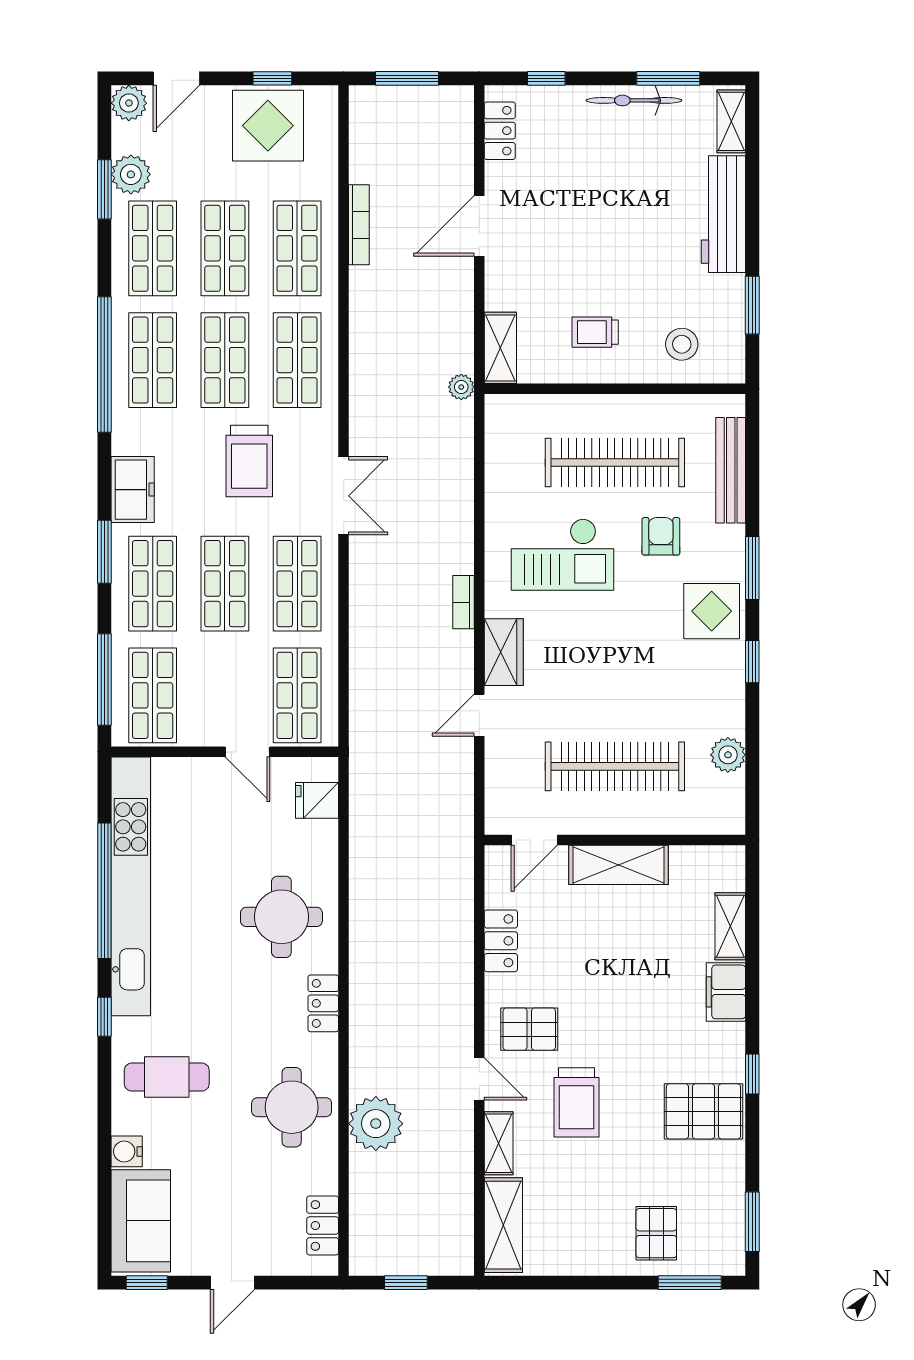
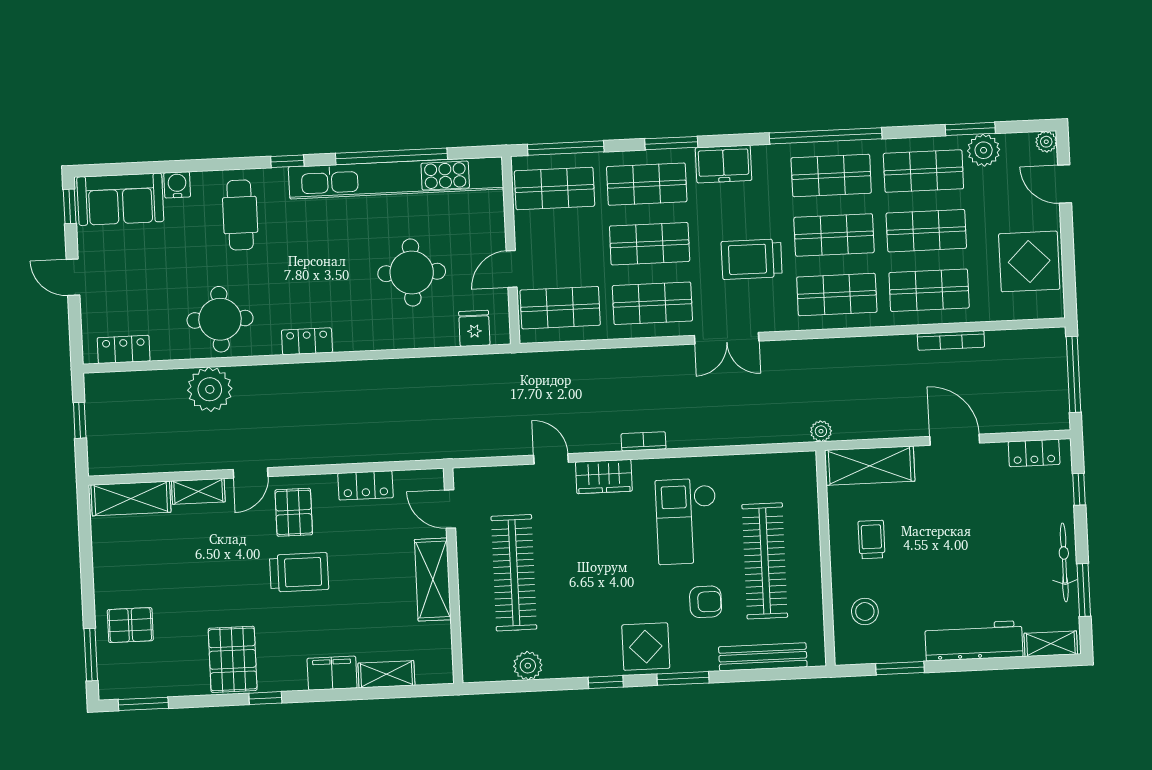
window: (272, 78) -> (1068, 263), removed
window: (407, 78) -> (1074, 374), width x1.44
plant: (129, 103) -> (1046, 142), width x0.73, depth x0.73
shelving: (500, 348) -> (870, 466), width x1.50, depth x1.33
round table: (281, 917) -> (412, 272), moved
trolley: (576, 1102) -> (299, 572), moved, turned 180

